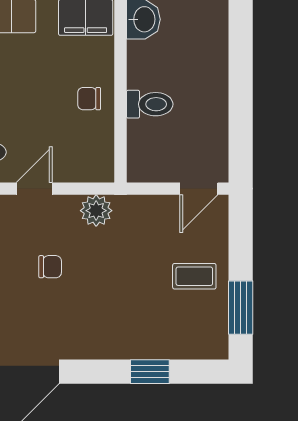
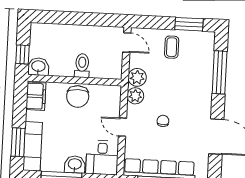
chair: (89, 99) -> (78, 97), width x1.87, depth x1.87
plant: (132, 212) -> (137, 77), added
window: (150, 372) -> (220, 72), width x2.17

